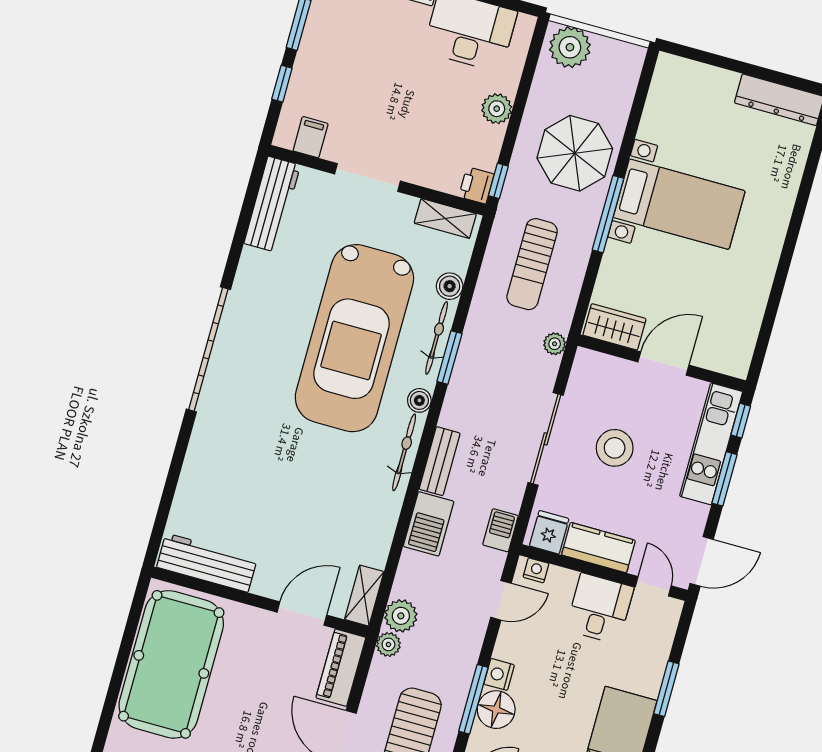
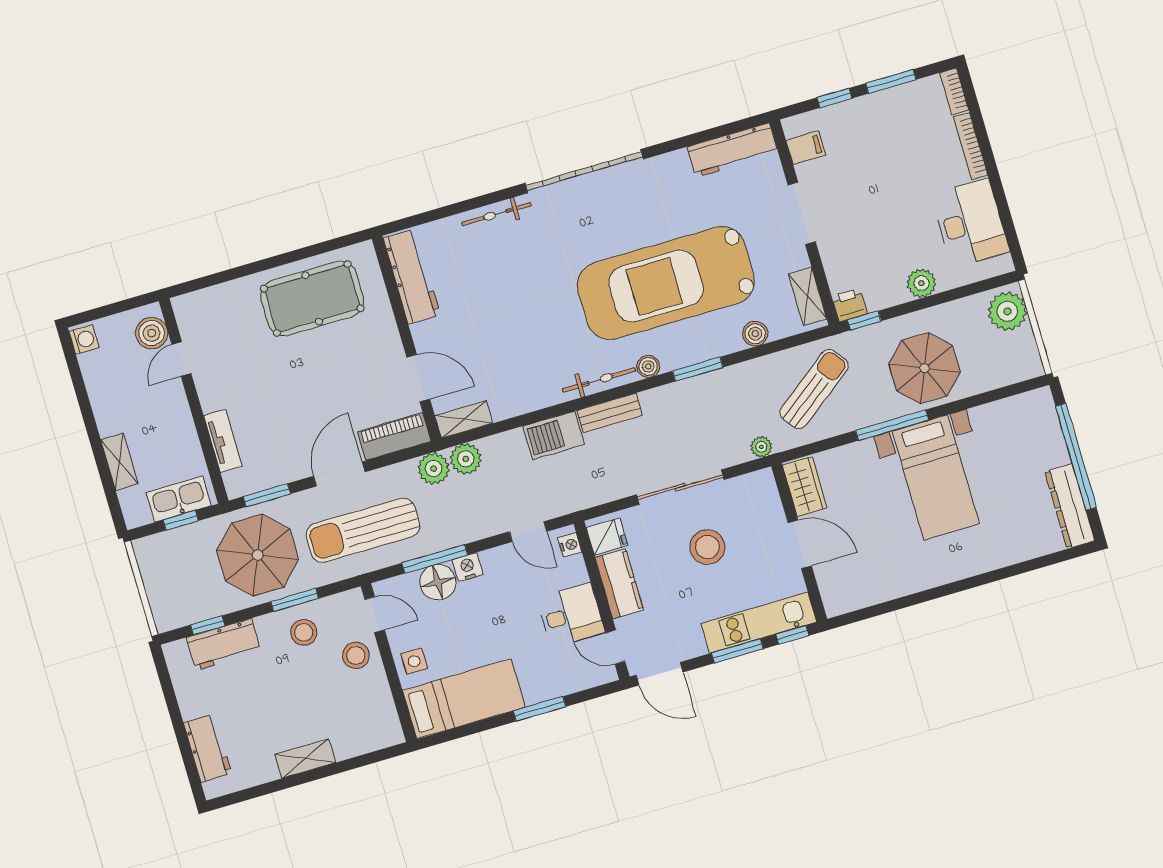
window: (739, 67) -> (1076, 457), added
sun lounger: (532, 264) -> (814, 389), turned 143
bicycle: (437, 338) -> (497, 214), moved, turned 180
barbecue: (500, 530) -> (584, 496), removed
door: (653, 586) -> (615, 647), swing flipped
plant: (388, 644) -> (434, 469), width x1.38, depth x1.38
pool table: (171, 664) -> (312, 298), width x0.73, depth x0.76

